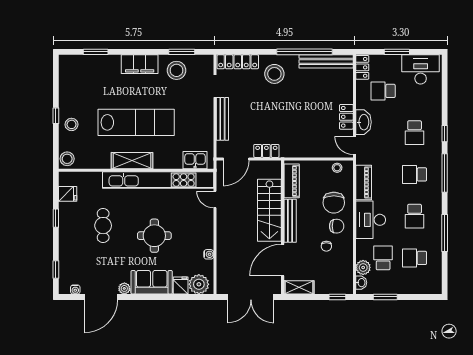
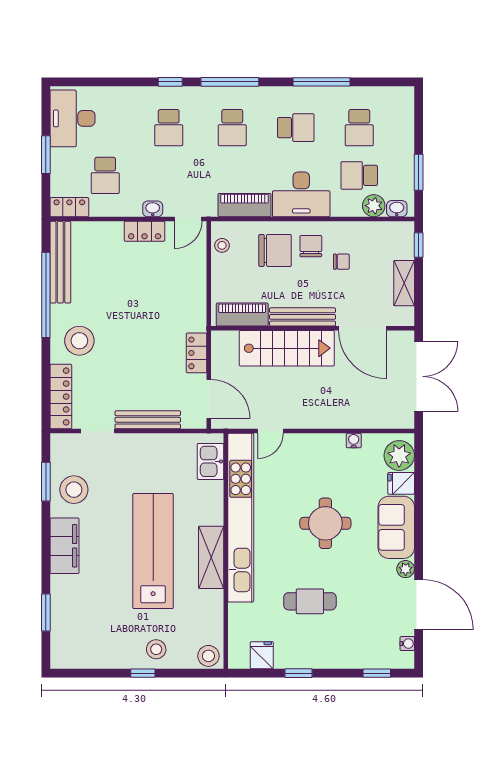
washbasin: (363, 122) -> (153, 209), width x0.52, depth x0.69
school desk: (415, 133) -> (169, 128), turned 90
shelving: (299, 287) -> (404, 283), moved

